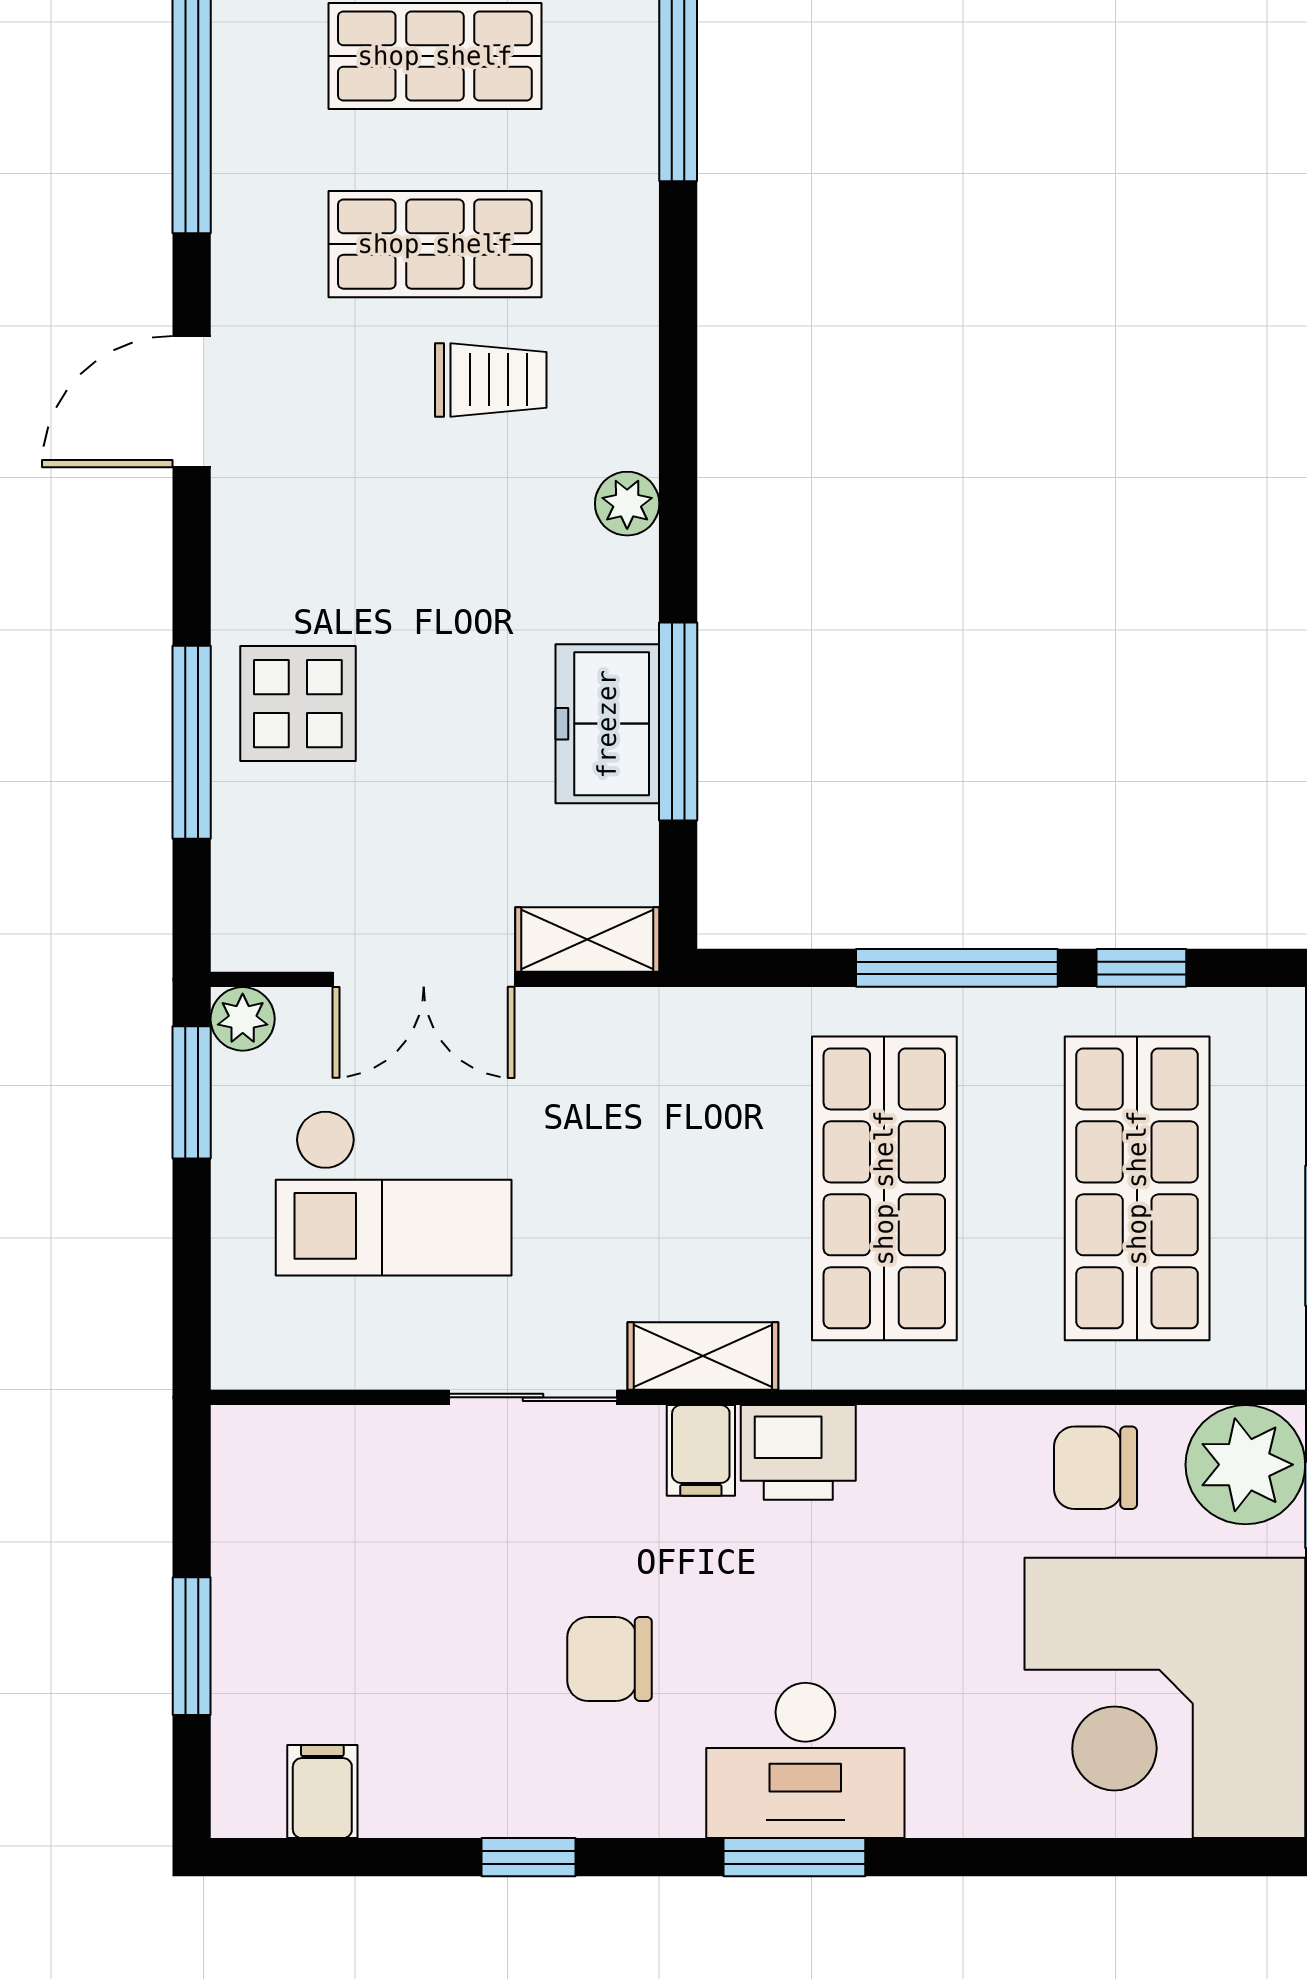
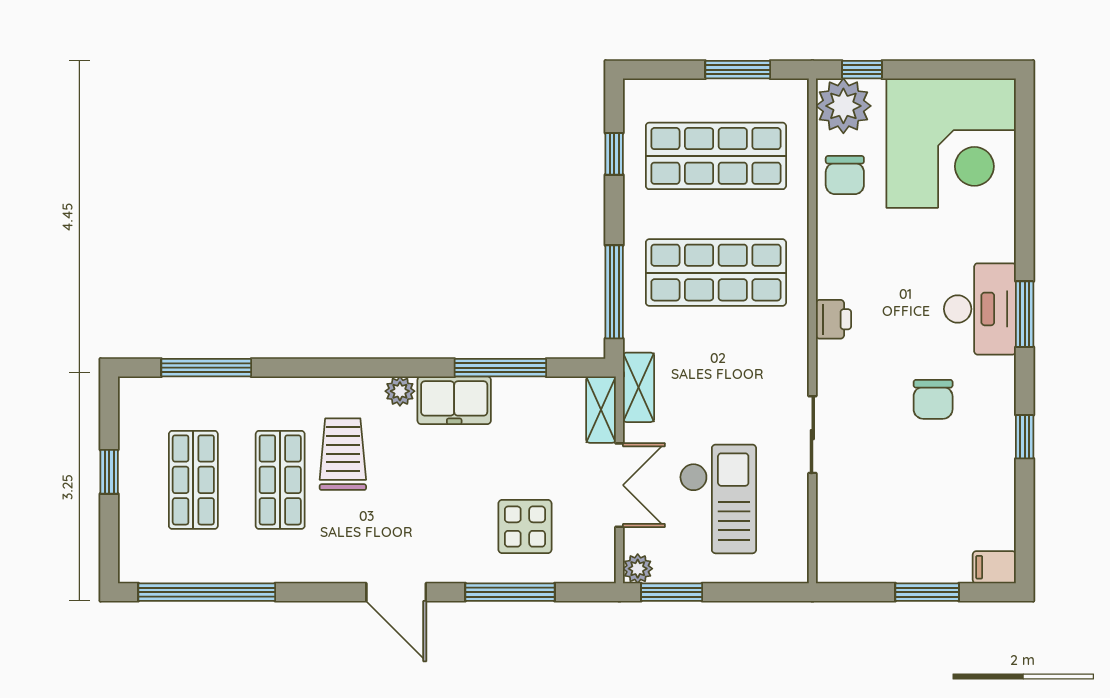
trolley: (491, 380) -> (343, 454), width x1.36, depth x1.39
door: (192, 402) -> (396, 592), moved
display table: (298, 704) -> (525, 527), moved
freezer: (607, 724) -> (454, 400), moved
window: (957, 968) -> (614, 292), moved
shelving: (703, 1356) -> (639, 387), moved
filing cabinet: (701, 1450) -> (837, 357), removed
printer: (798, 1452) -> (833, 319), width x0.73, depth x0.81
filing cabinet: (322, 1792) -> (994, 567), moved

